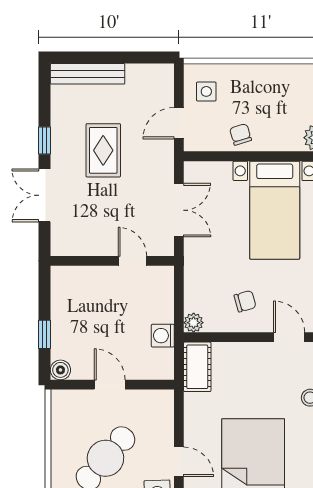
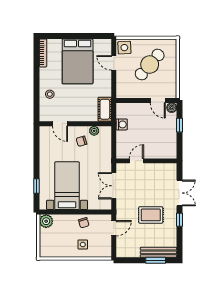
window: (93, 57) -> (156, 260), added
side table: (206, 91) -> (83, 245), moved
rug: (103, 150) -> (151, 215), turned 90
door: (132, 261) -> (136, 161), swing flipped
plant: (194, 323) -> (94, 131), moved
door: (110, 385) -> (158, 100), moved

